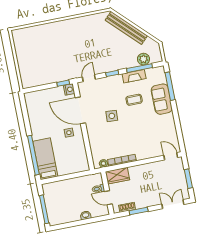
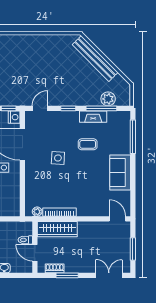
sofa: (162, 99) -> (120, 173), moved
wardrobe: (117, 176) -> (57, 229), width x1.50

